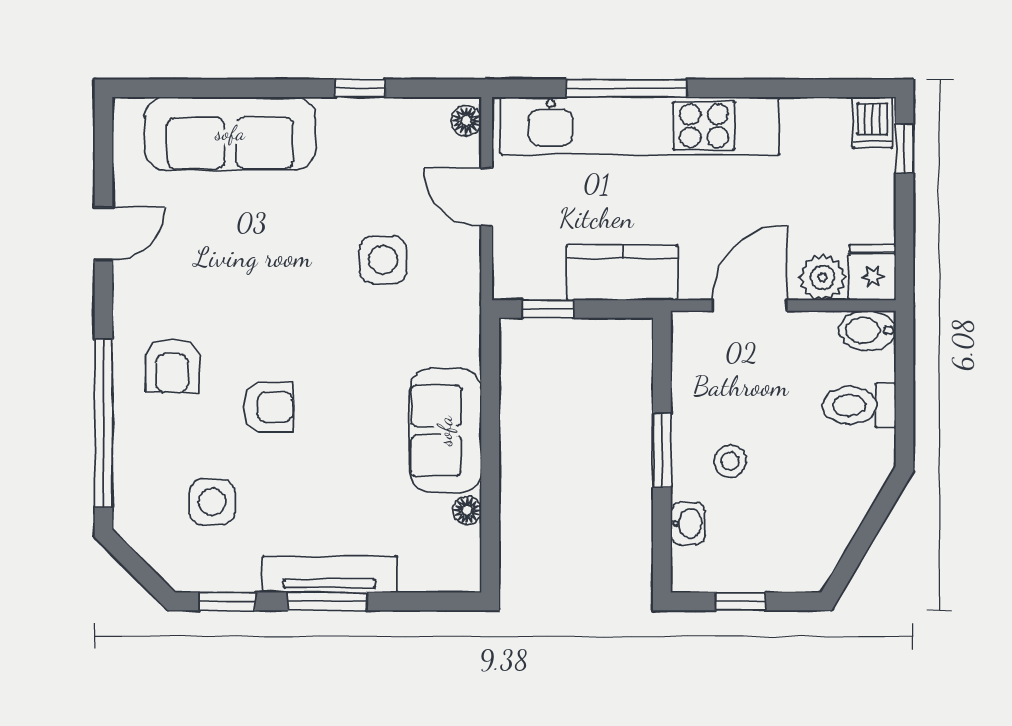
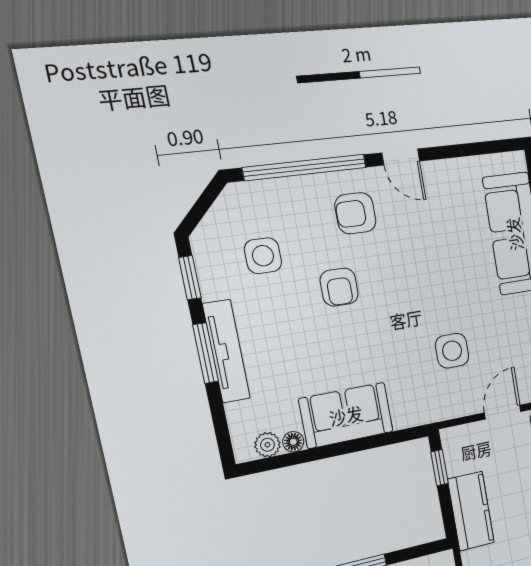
door: (103, 234) -> (401, 157), moved
plant: (464, 546) -> (267, 445), added

